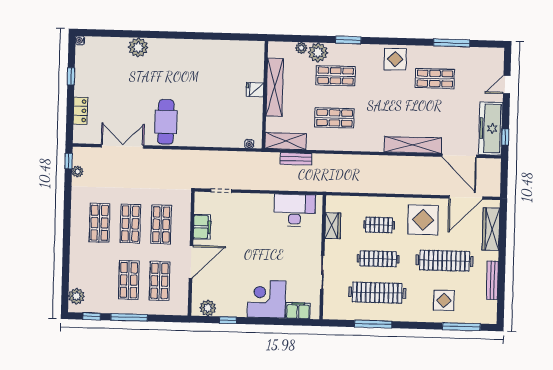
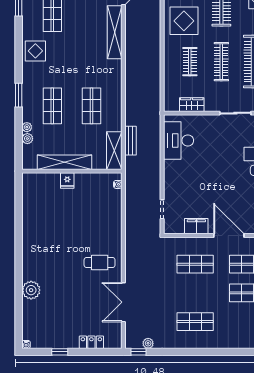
plant: (318, 52) -> (27, 127), width x0.53, depth x0.53
cafe table: (166, 122) -> (100, 262), width x0.73, depth x0.74
shop shelf: (130, 224) -> (195, 293), removed

